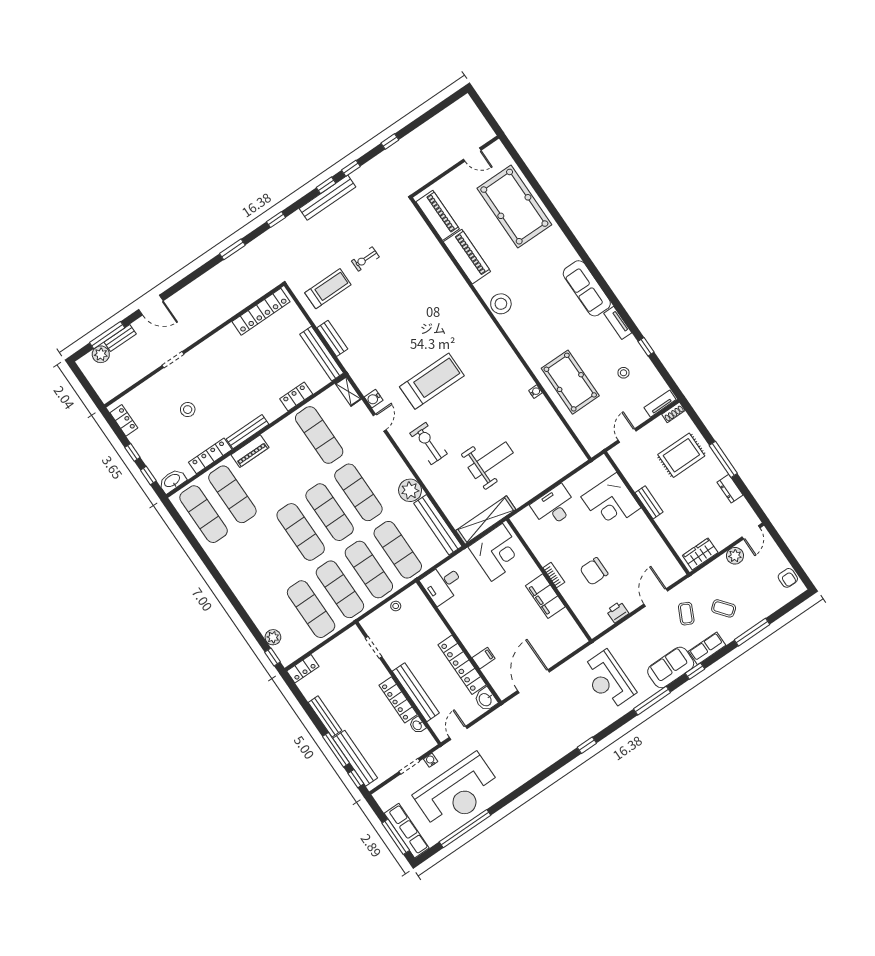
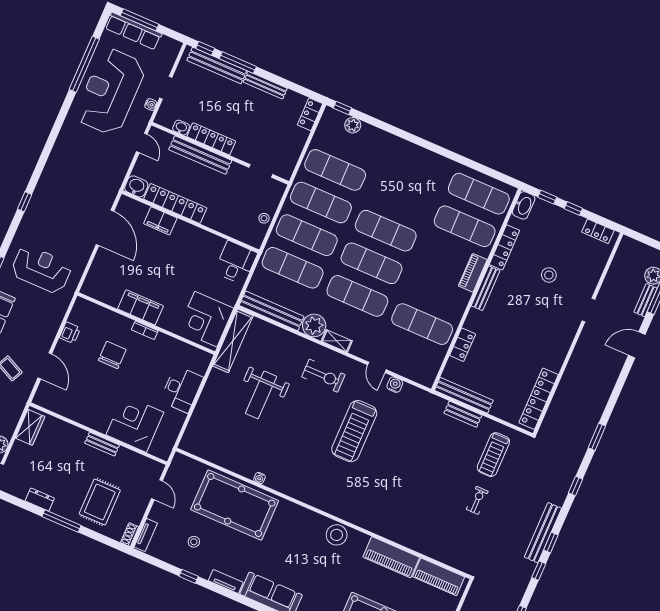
pool table: (570, 382) -> (235, 505), width x1.36, depth x1.32
shelving: (348, 391) -> (337, 341), moved
filing cabinet: (484, 658) -> (160, 221), width x2.00

